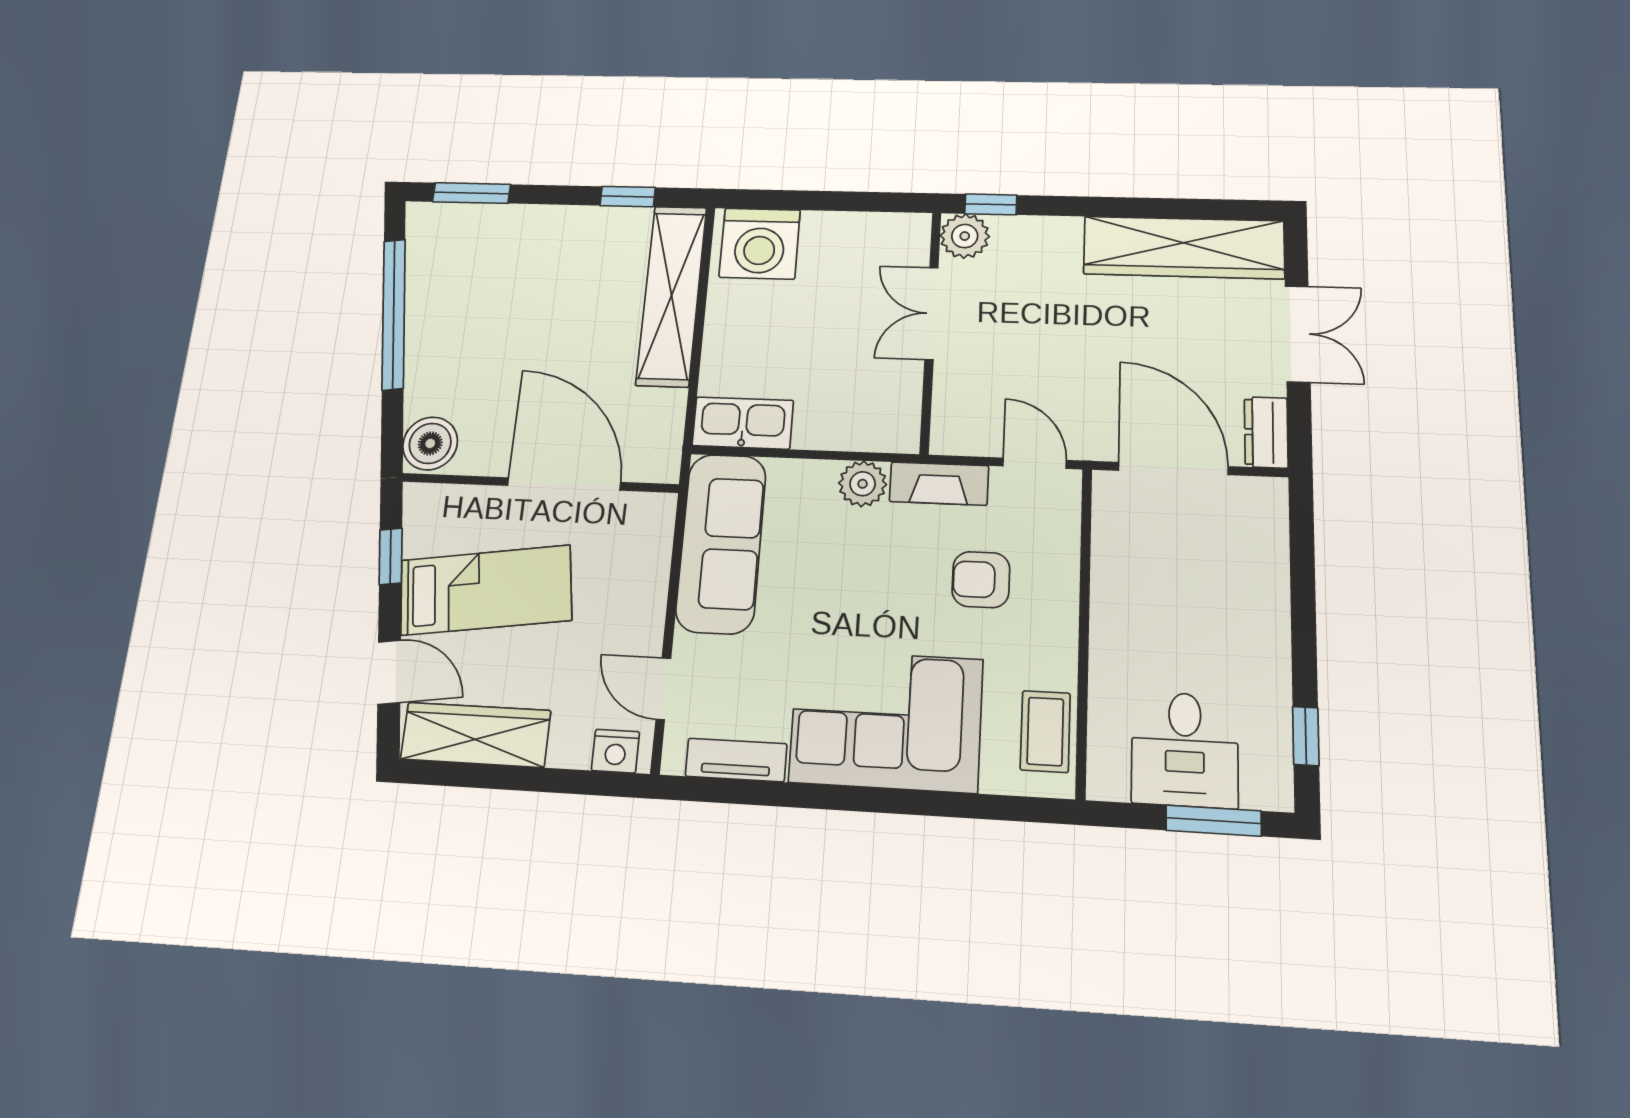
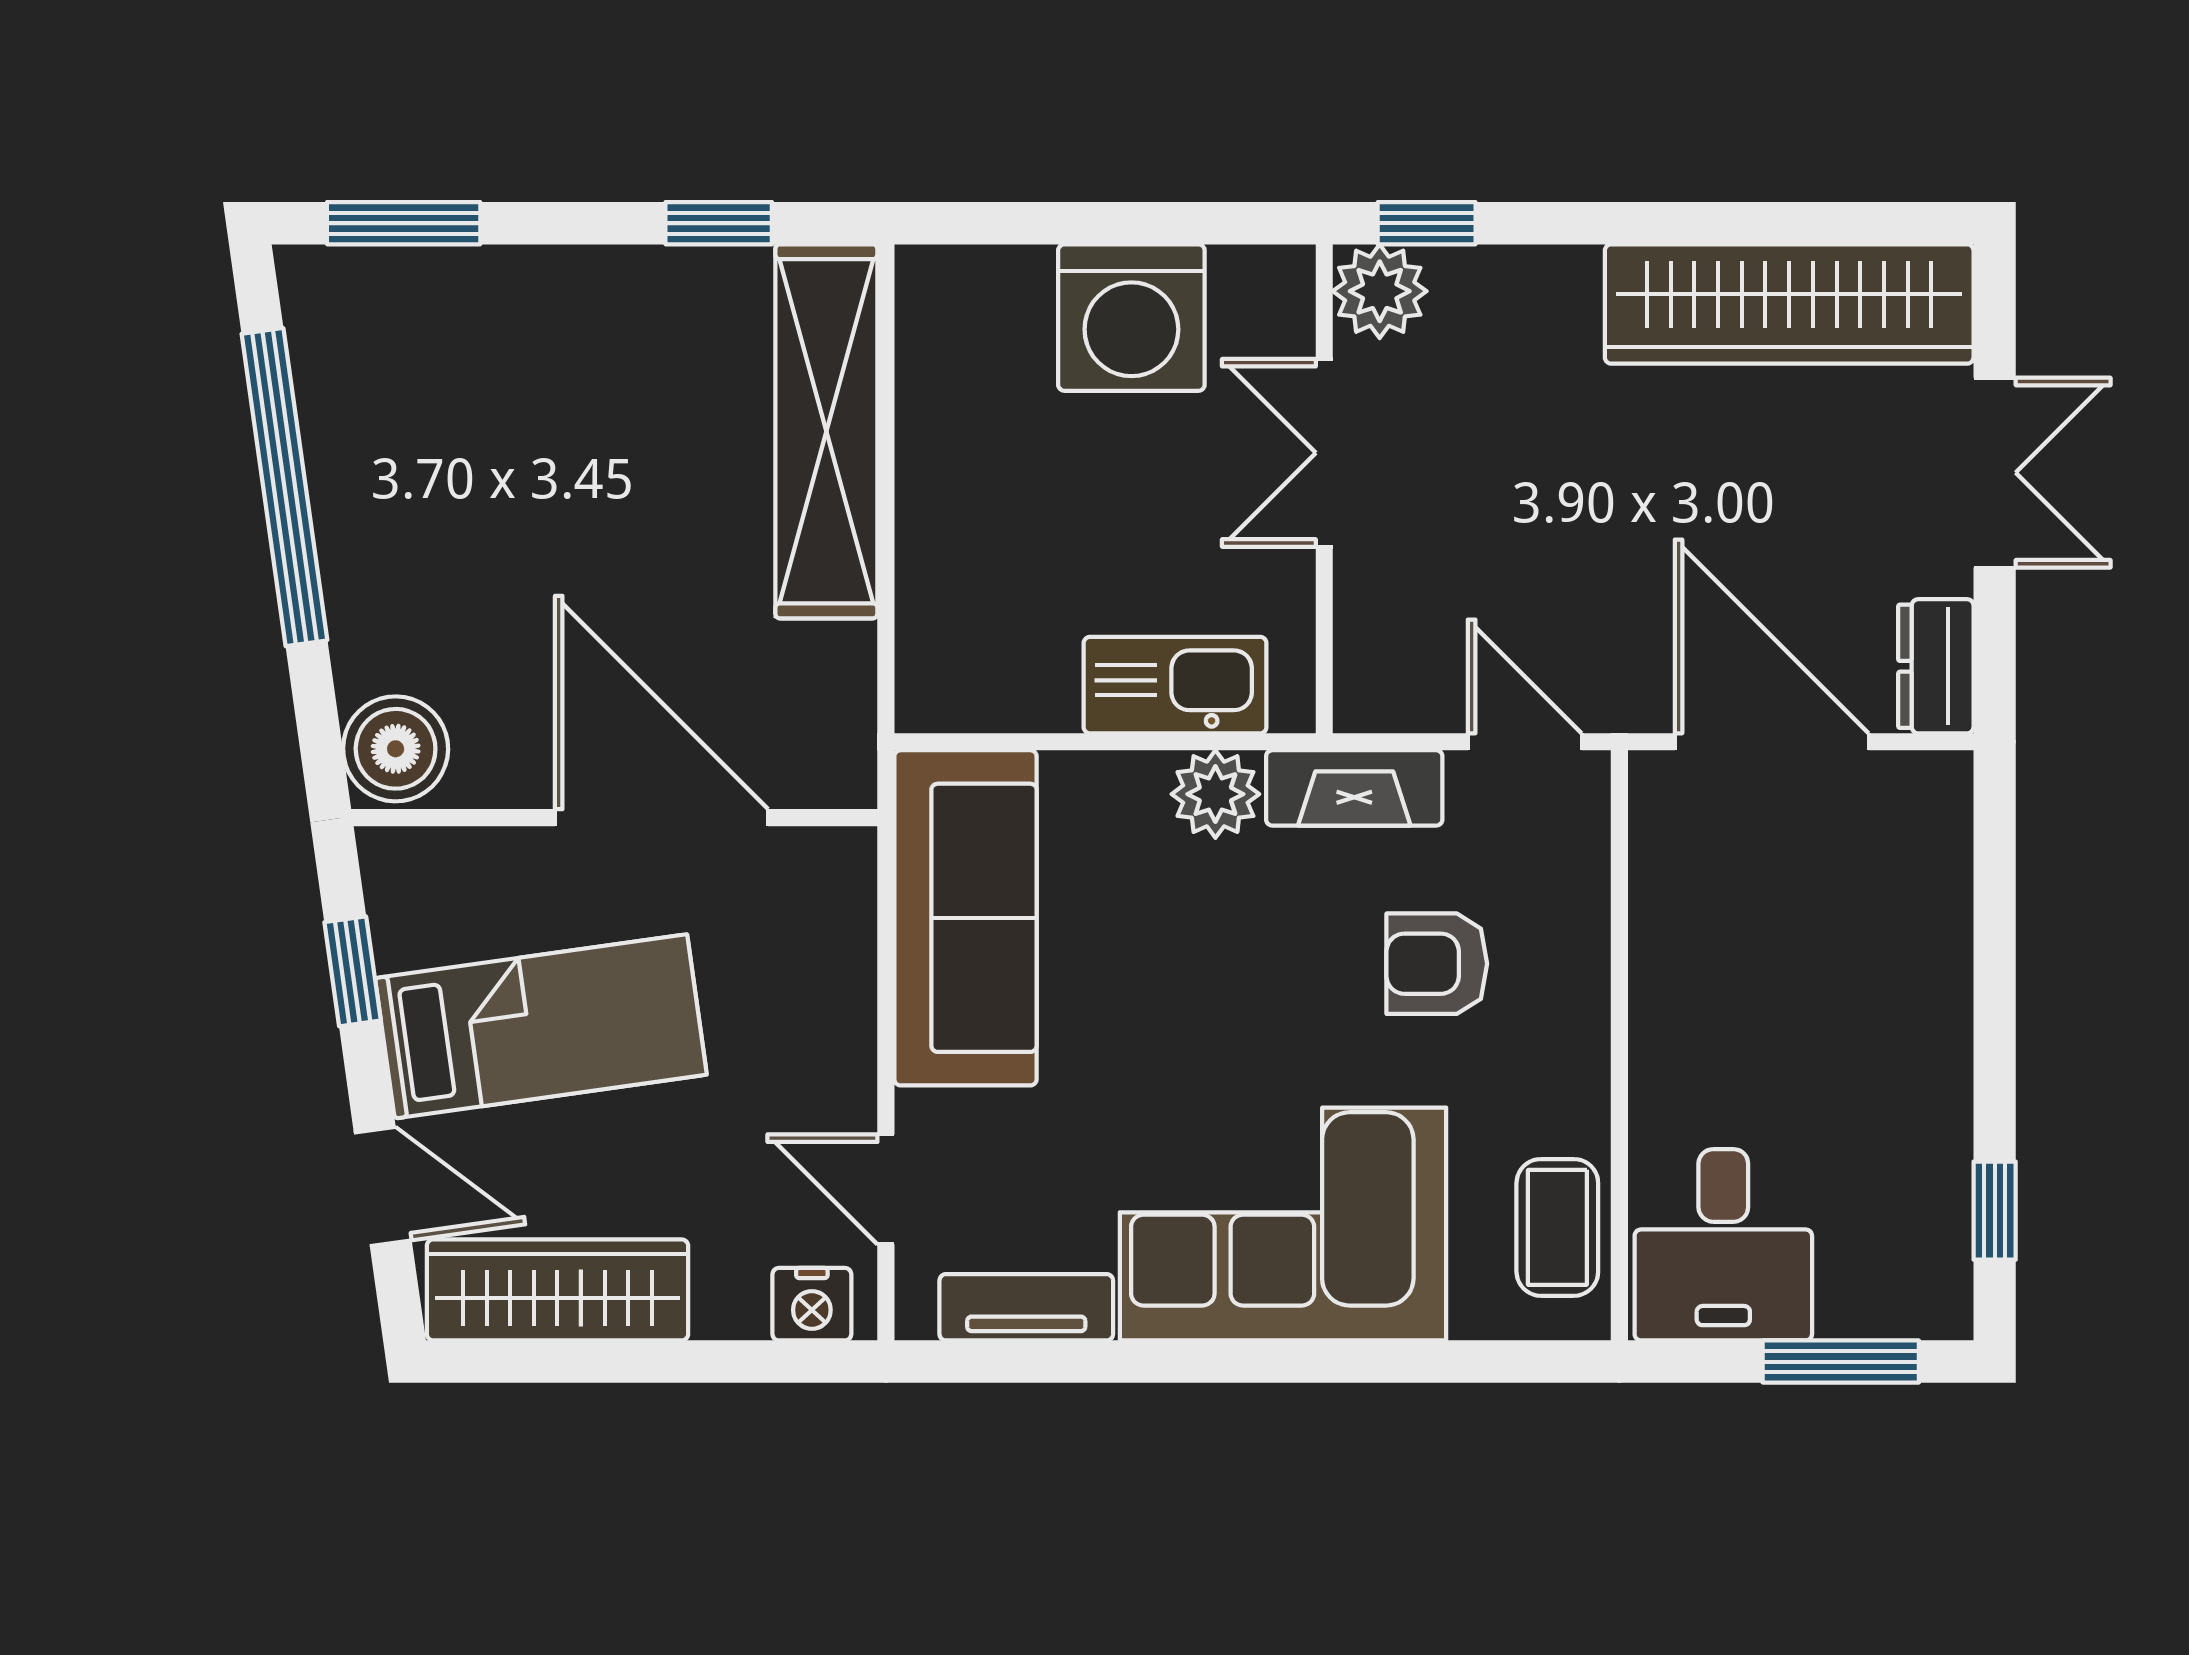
washing machine: (760, 244) -> (1131, 318), moved
kitchen sink: (743, 423) -> (1175, 685), moved
desk: (1185, 749) -> (1723, 1245), moved

